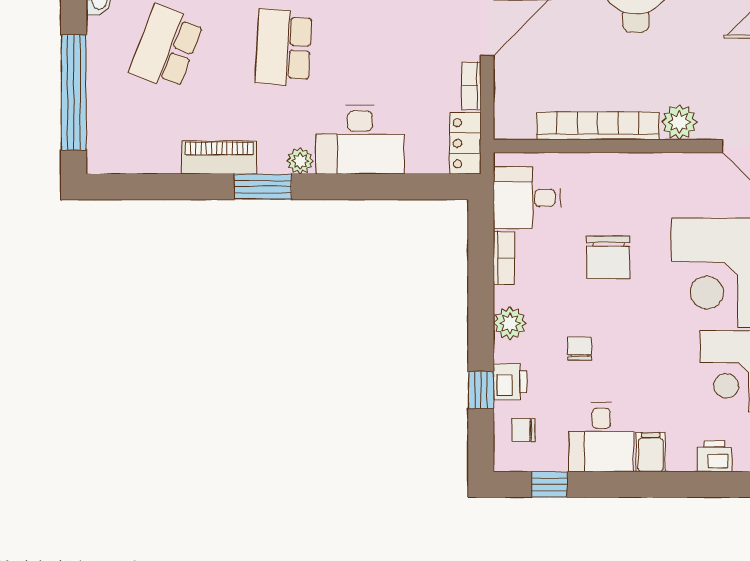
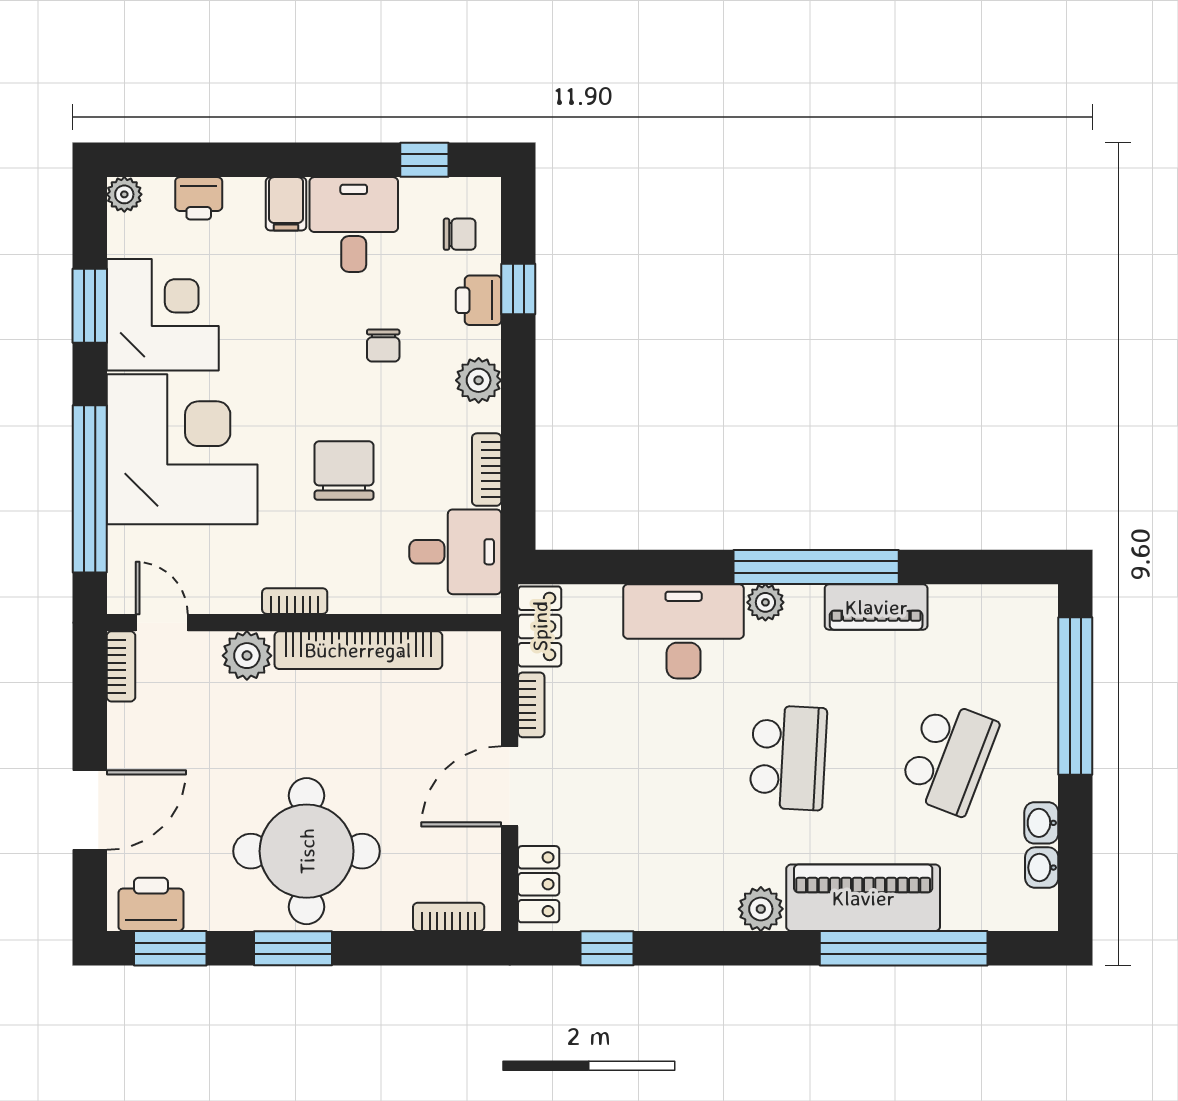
bookcase: (644, 162) -> (295, 601), added
window: (263, 187) -> (816, 567), width x2.11

